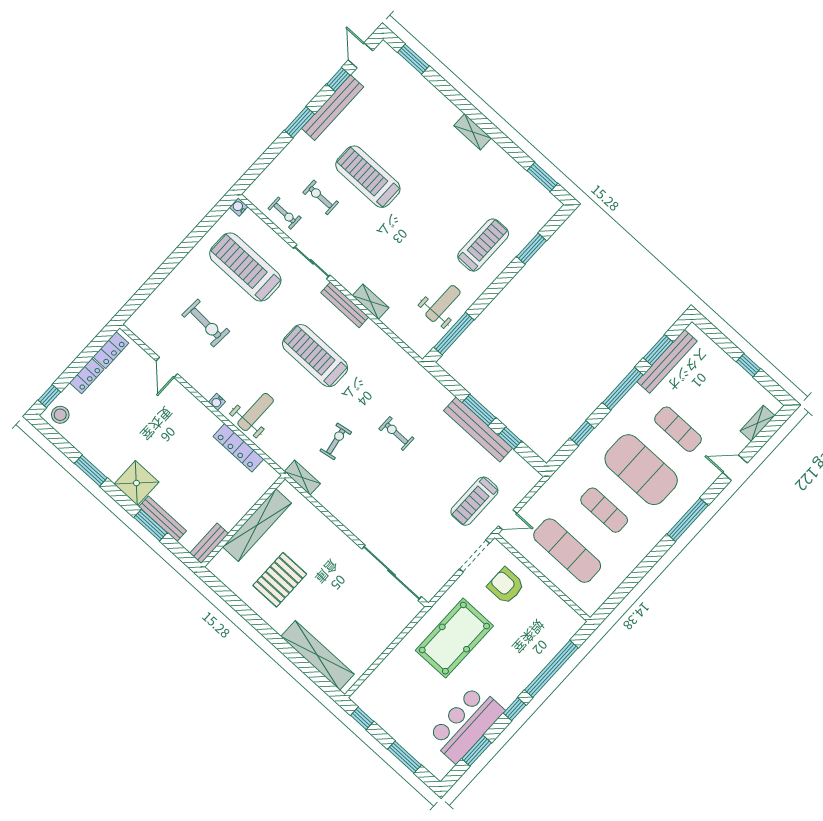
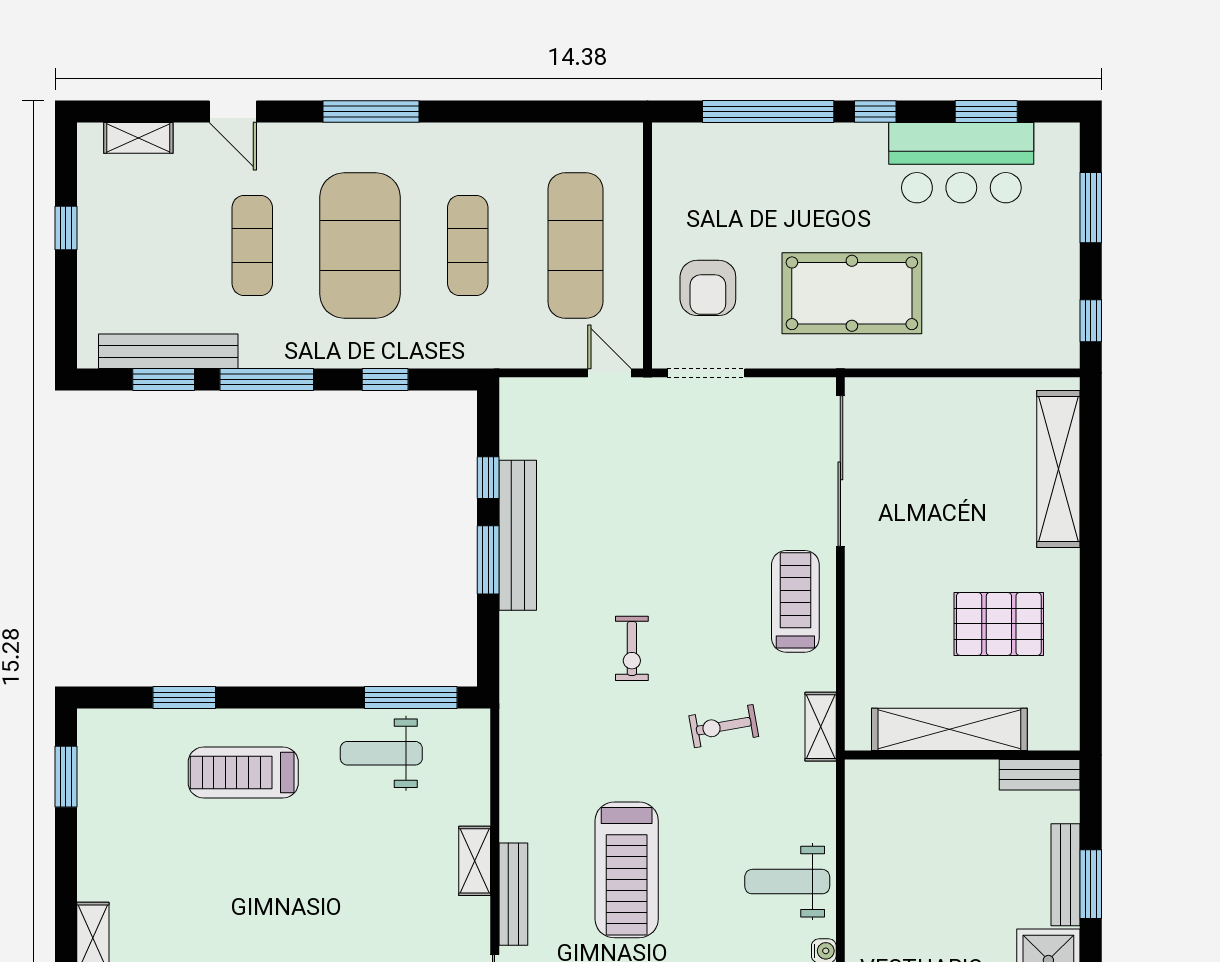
locker: (238, 448) -> (862, 859), removed
treadmill: (474, 501) -> (795, 601), moved, turned -90

